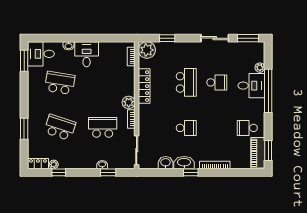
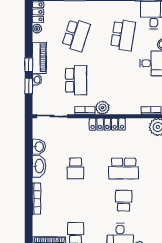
school desk: (217, 82) -> (124, 201), turned 180
locker: (144, 86) -> (107, 124), moved
piano: (81, 162) -> (39, 58), added
window: (59, 172) -> (29, 65), moved
window: (191, 172) -> (29, 173), removed

